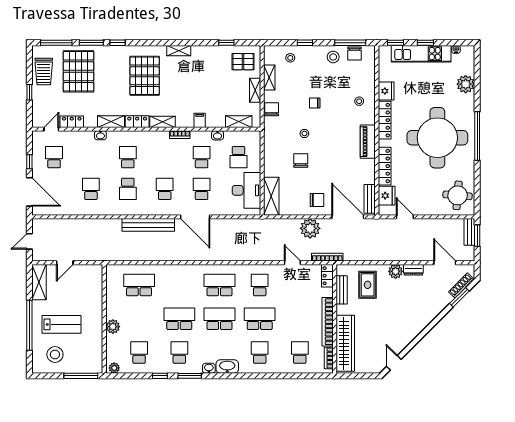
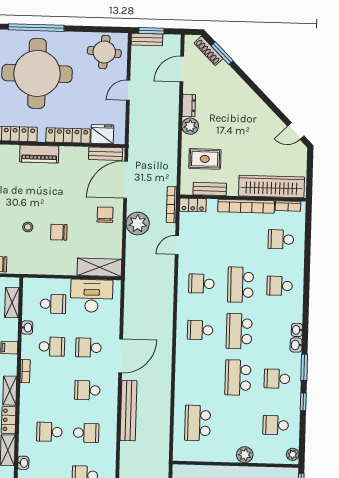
school desk: (202, 157) -> (52, 347), turned 180
door: (405, 217) -> (128, 90), moved
school desk: (219, 285) -> (200, 330), width x0.54
washbasin: (227, 367) -> (297, 330), width x0.52, depth x0.69

